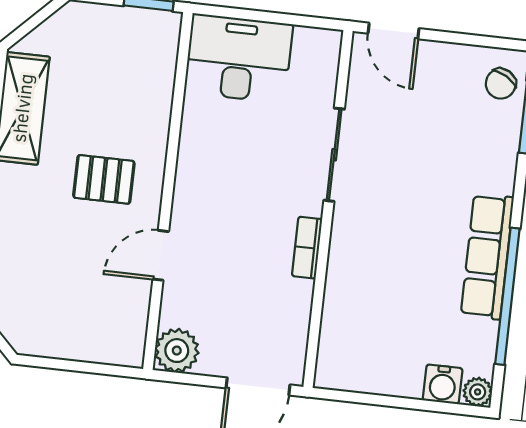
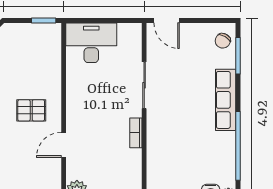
row of seats: (487, 256) -> (226, 100), moved

